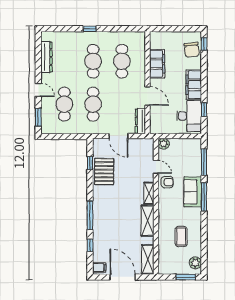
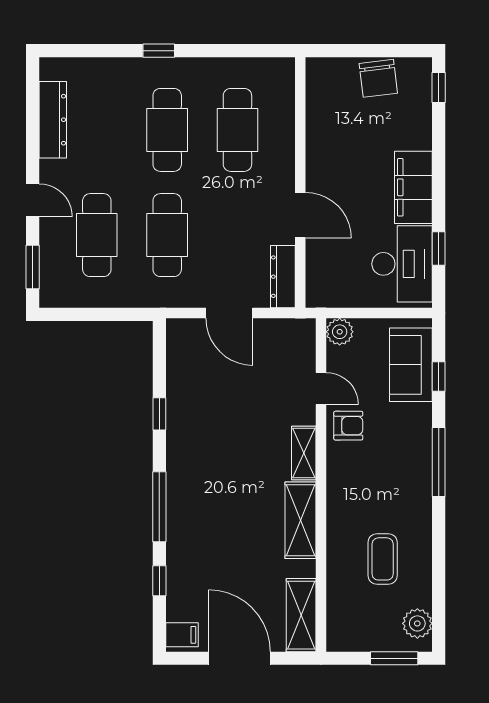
chair: (192, 50) -> (378, 78), moved
filing cabinet: (157, 64) -> (324, 136), removed
window: (204, 162) -> (439, 377), width x0.46
window: (90, 163) -> (159, 414), moved
pallet: (104, 172) -> (194, 400), removed
sofa: (193, 192) -> (411, 365), moved

